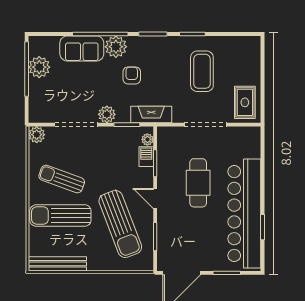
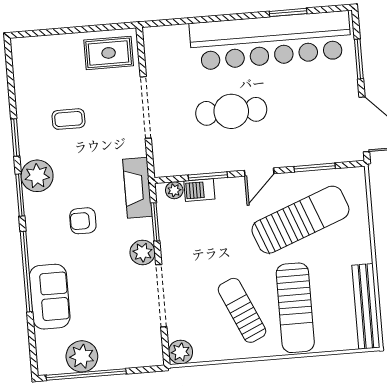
plant: (116, 47) -> (37, 176), moved
coffee table: (202, 71) -> (68, 119), width x0.54, depth x0.58
sun lounger: (62, 179) -> (242, 310), turned 136

